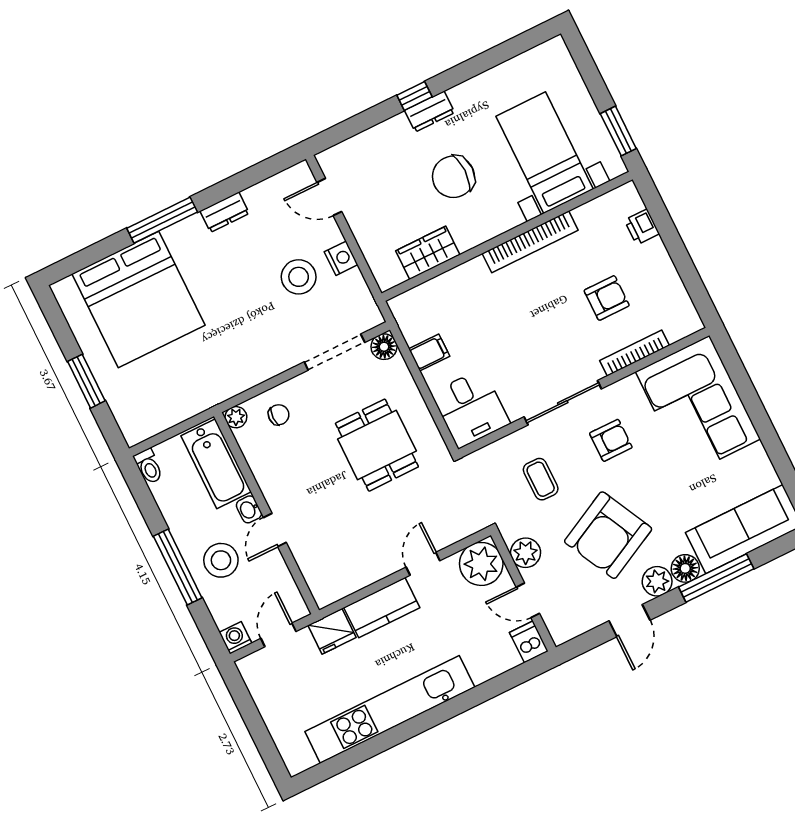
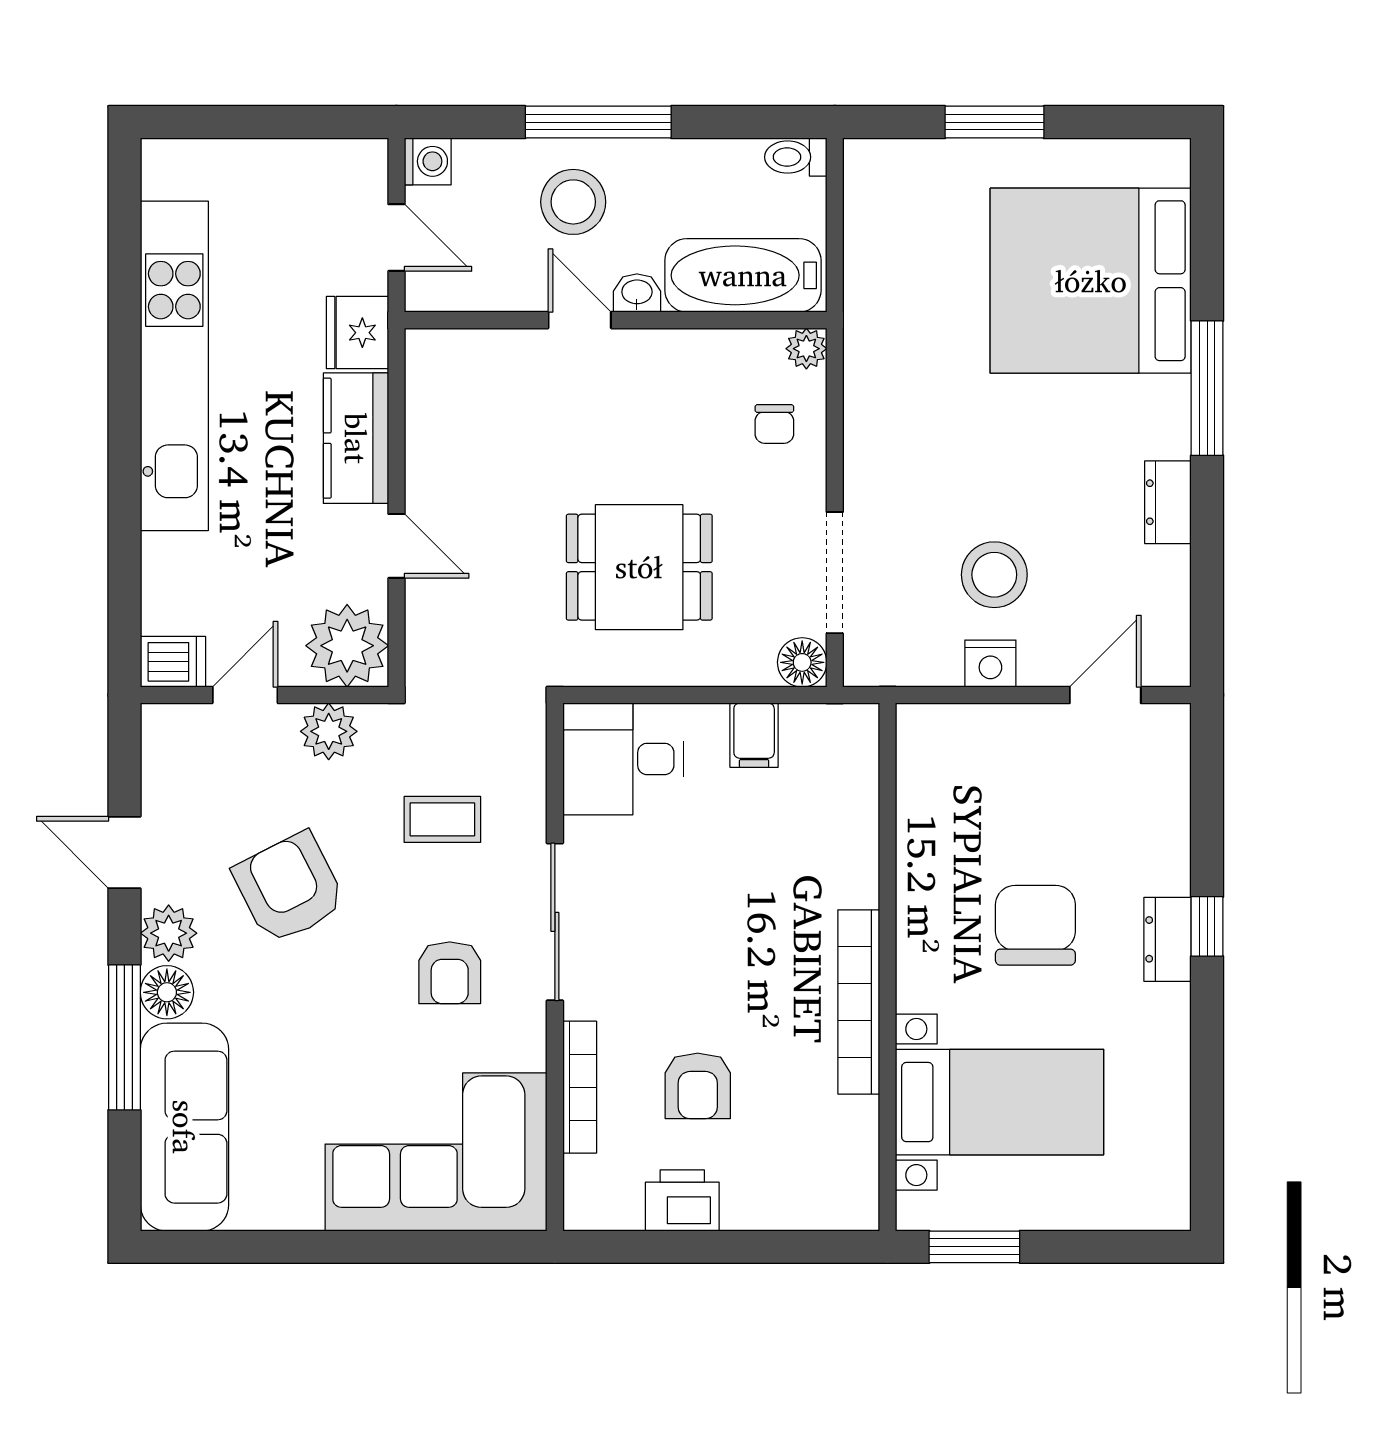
printer: (642, 227) -> (682, 1201), moved, width x1.36, depth x1.24
wardrobe: (428, 253) -> (926, 817), removed
armchair: (608, 535) -> (289, 888), width x0.73, depth x0.73

